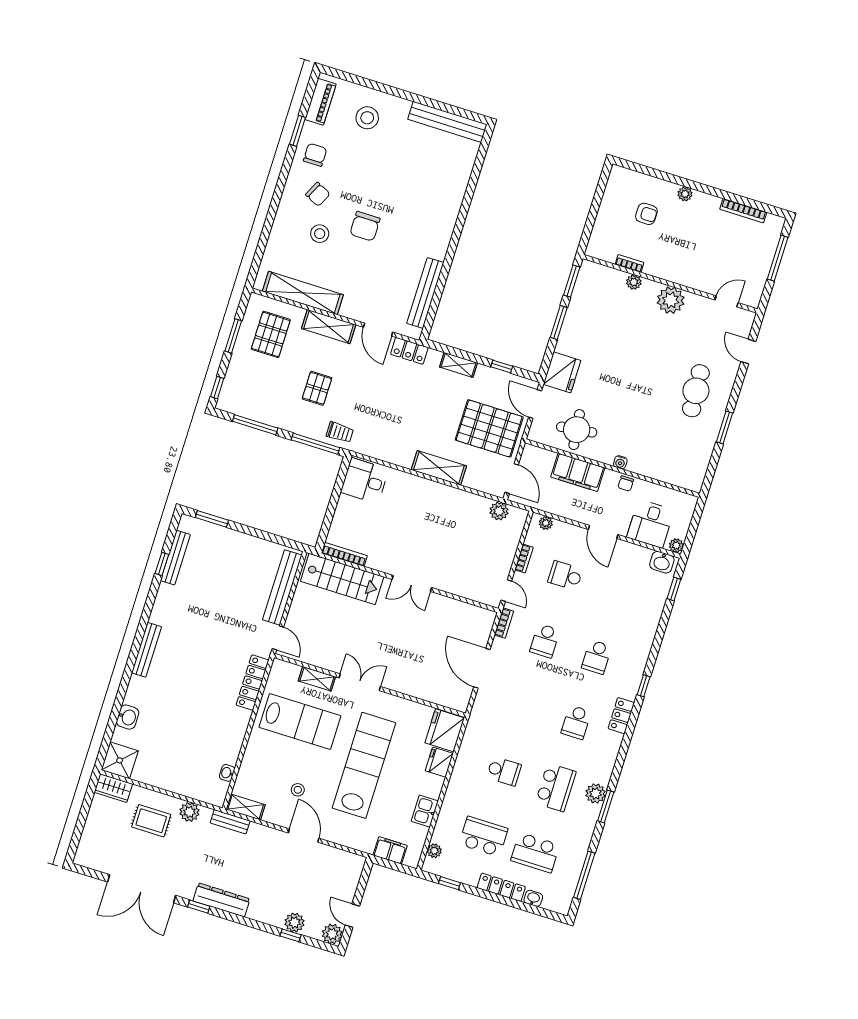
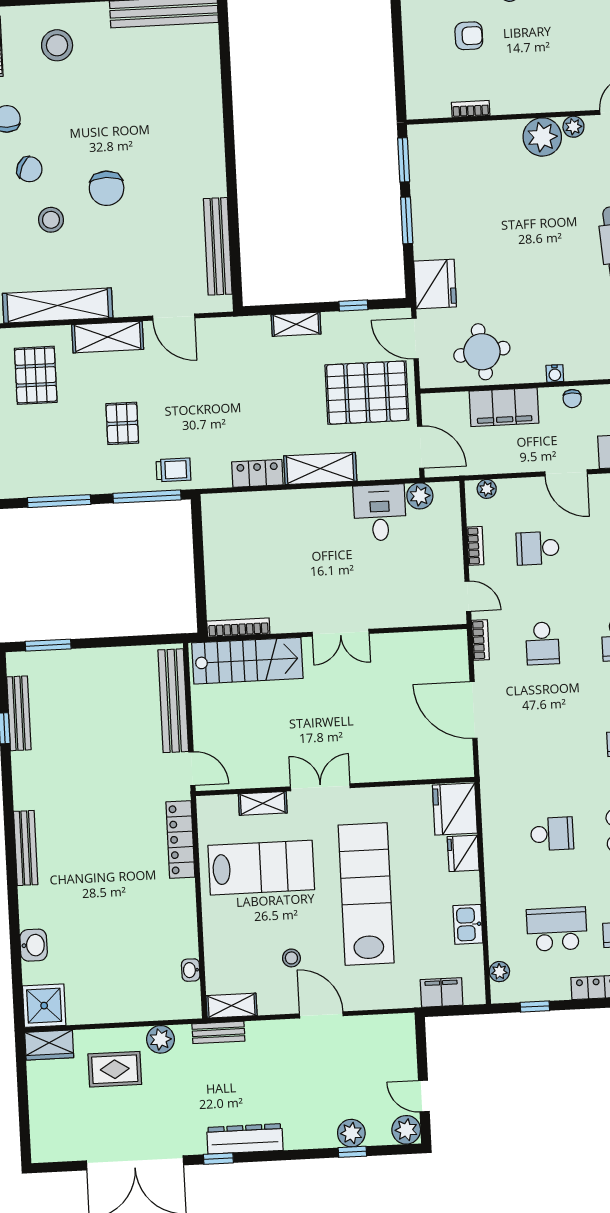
plant: (634, 282) -> (573, 127), moved
locker: (409, 351) -> (257, 473), moved, turned 180
desk: (365, 481) -> (380, 513), moved, turned 90

